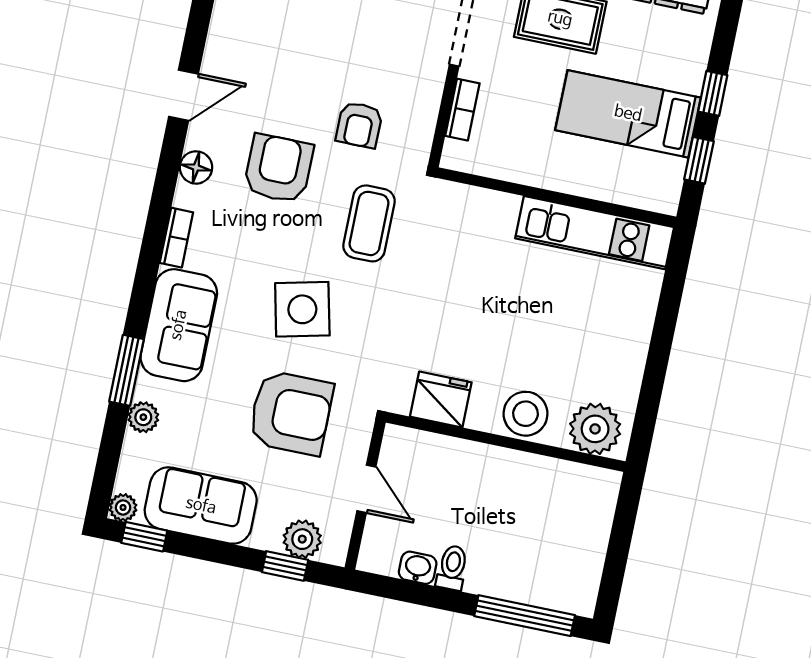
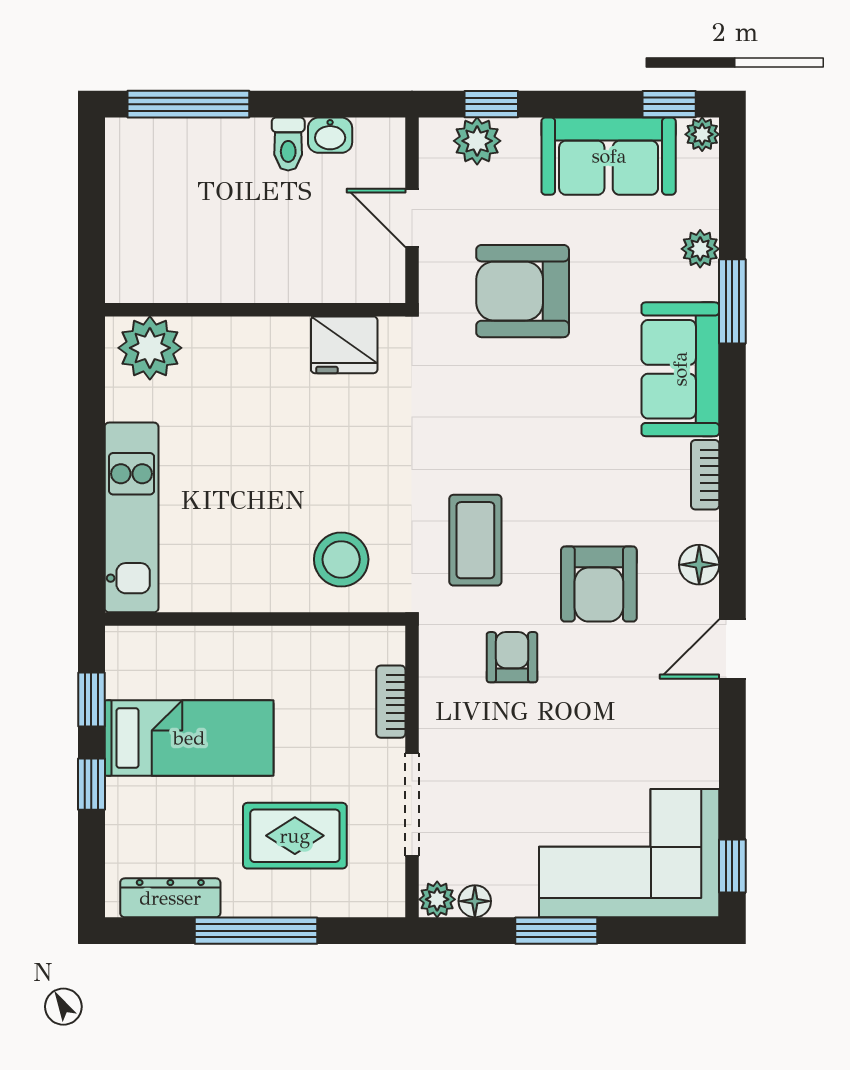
kitchen unit: (595, 233) -> (132, 517), moved, turned 90
side table: (302, 309) -> (535, 419), removed
stool: (526, 414) -> (341, 559), moved

